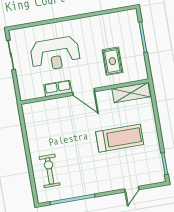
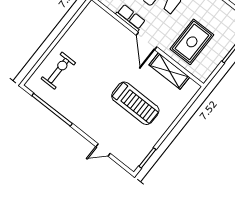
rug: (112, 61) -> (192, 42), width x1.36, depth x1.43
shelving: (131, 93) -> (169, 71), moved

